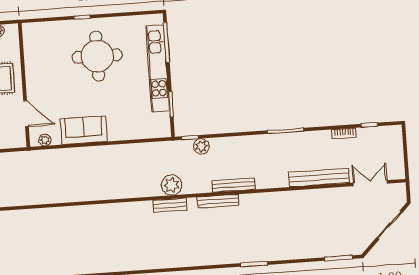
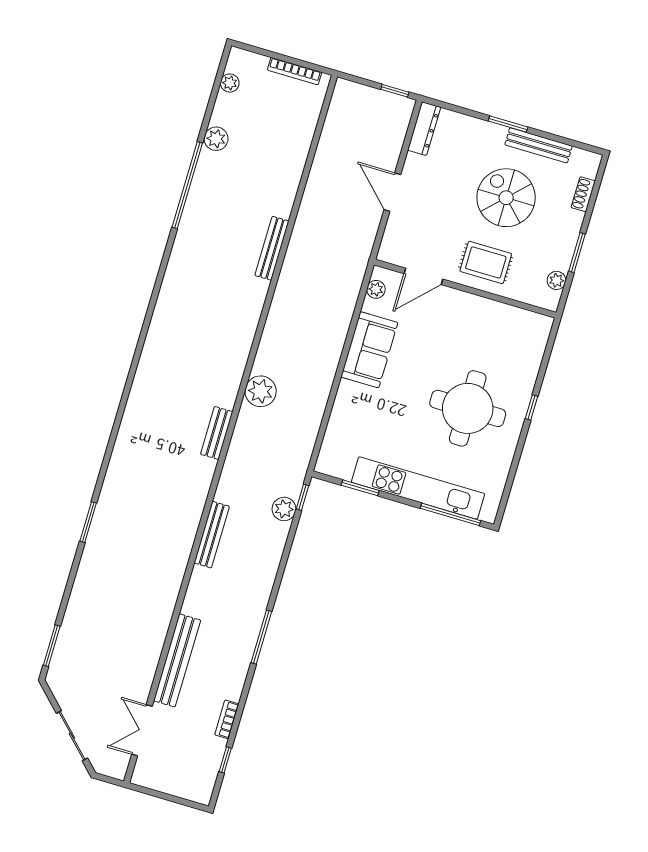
double door: (370, 183) -> (142, 730), swing flipped
plant: (172, 185) -> (261, 391), moved
bench: (218, 201) -> (272, 248), moved

